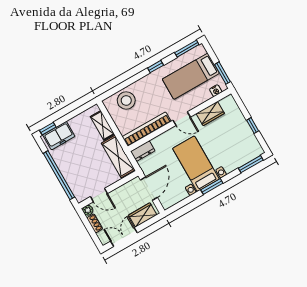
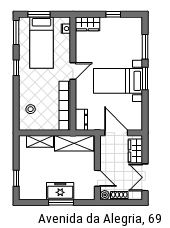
window: (222, 73) -> (39, 14), moved
stool: (126, 100) -> (31, 109), width x0.53, depth x0.53
wardrobe: (210, 113) -> (88, 24), moved, turned 90
window: (48, 129) -> (16, 178), moved
freezer: (59, 136) -> (60, 191), moved, turned -90
window: (251, 164) -> (145, 47), moved
window: (59, 175) -> (61, 202), width x0.47
door: (99, 195) -> (97, 178), hinge flipped

